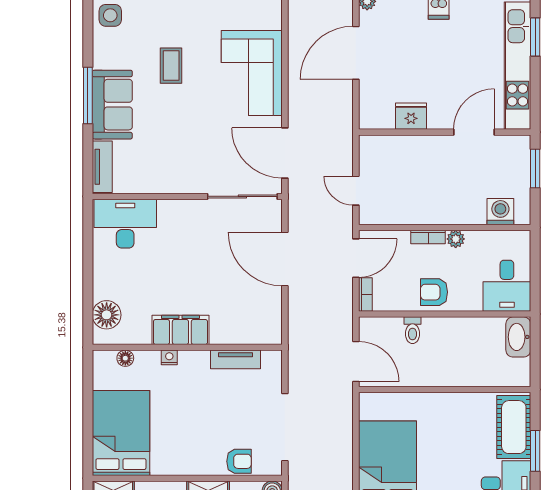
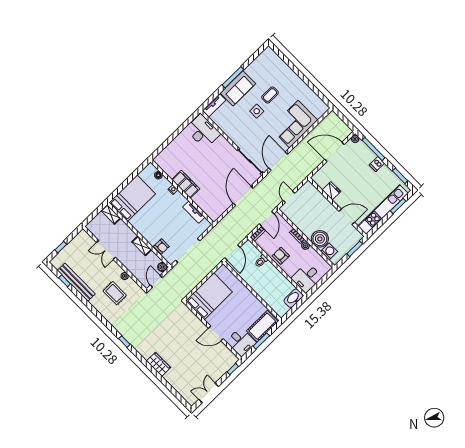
side table: (110, 15) -> (257, 111), moved
boiler: (467, 207) -> (320, 239), added
door: (356, 258) -> (267, 219), hinge flipped
floor lamp: (107, 315) -> (167, 155), removed

